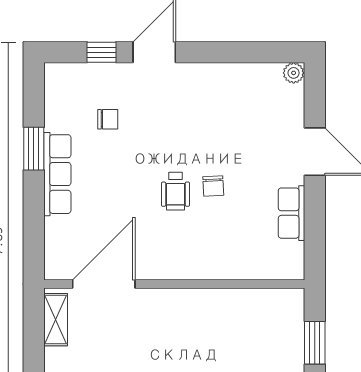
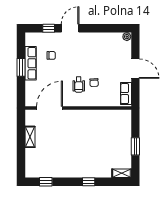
row of seats: (57, 174) -> (31, 63), moved
door: (104, 284) -> (50, 108), moved
wall: (174, 284) -> (78, 108), moved

